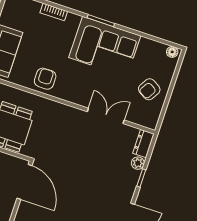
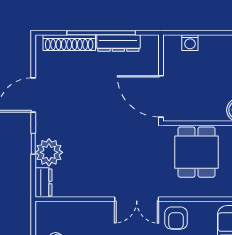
double door: (106, 116) -> (137, 199), moved
plant: (138, 163) -> (49, 152), width x1.87, depth x1.87

